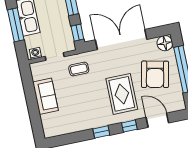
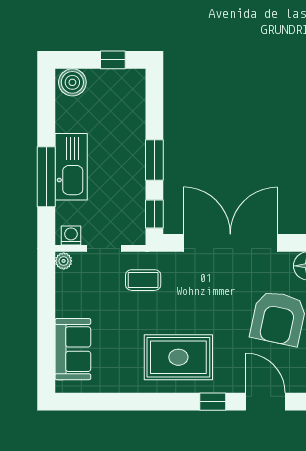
plant: (34, 68) -> (64, 261), added
rug: (122, 94) -> (178, 357), moved, turned 90
sofa: (45, 96) -> (73, 349), moved
window: (101, 132) -> (160, 402), removed

